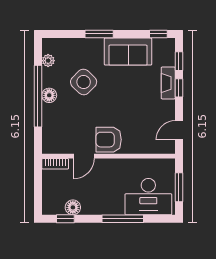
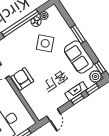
plant: (166, 47) -> (95, 77), added
floor lamp: (49, 95) -> (36, 22), moved
door: (179, 130) -> (54, 115), swing flipped

